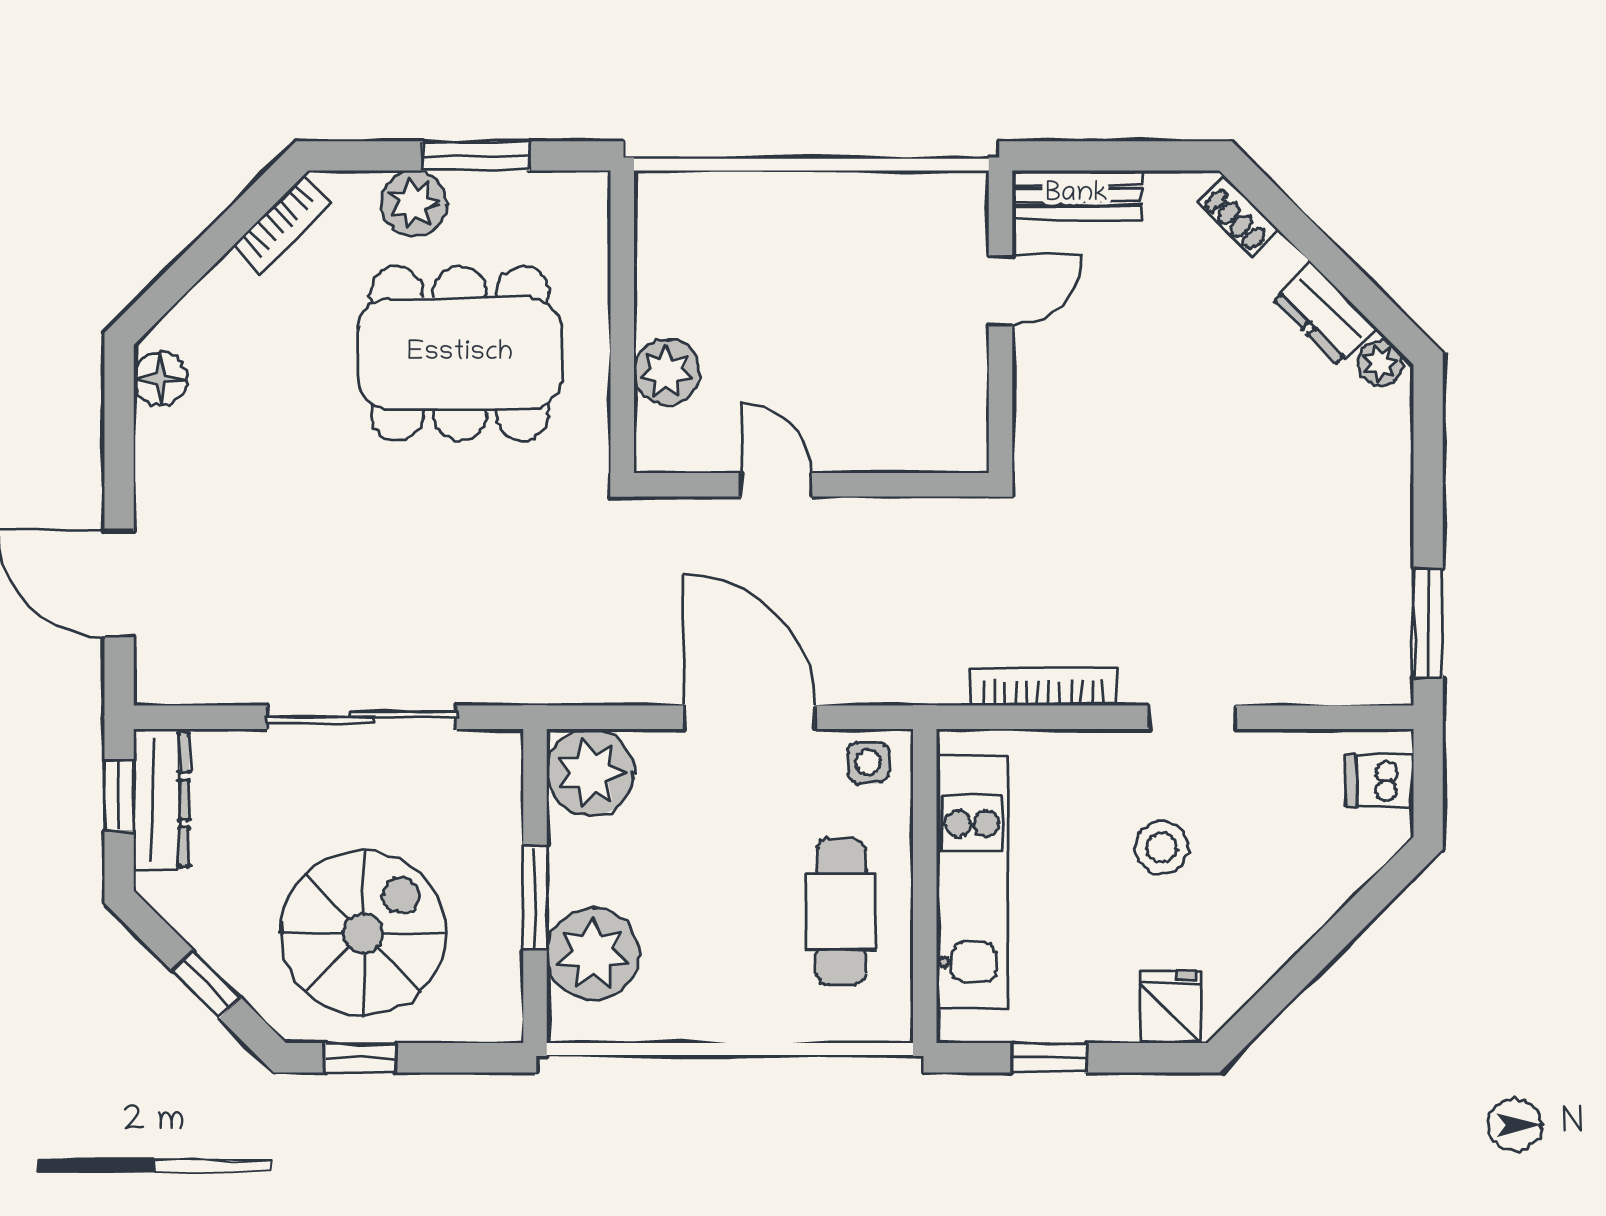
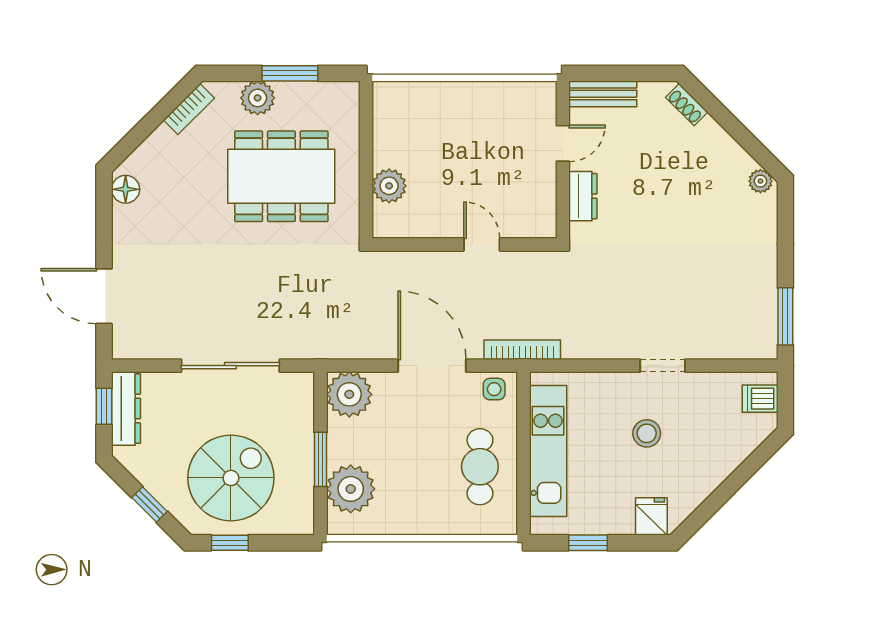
dresser: (1324, 313) -> (583, 196), moved, turned -135
door: (776, 485) -> (482, 244), moved
bookcase: (1043, 687) -> (522, 350), moved

